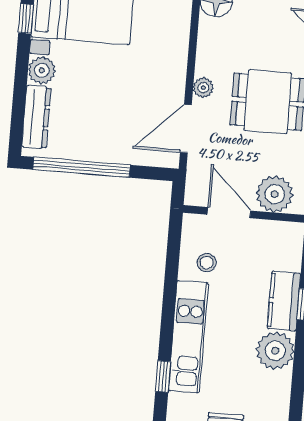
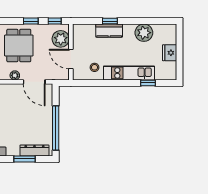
plant: (42, 70) -> (13, 150), removed
window: (20, 94) -> (24, 159), added
door: (229, 213) -> (71, 59), hinge flipped
plant: (275, 351) -> (144, 33), moved

